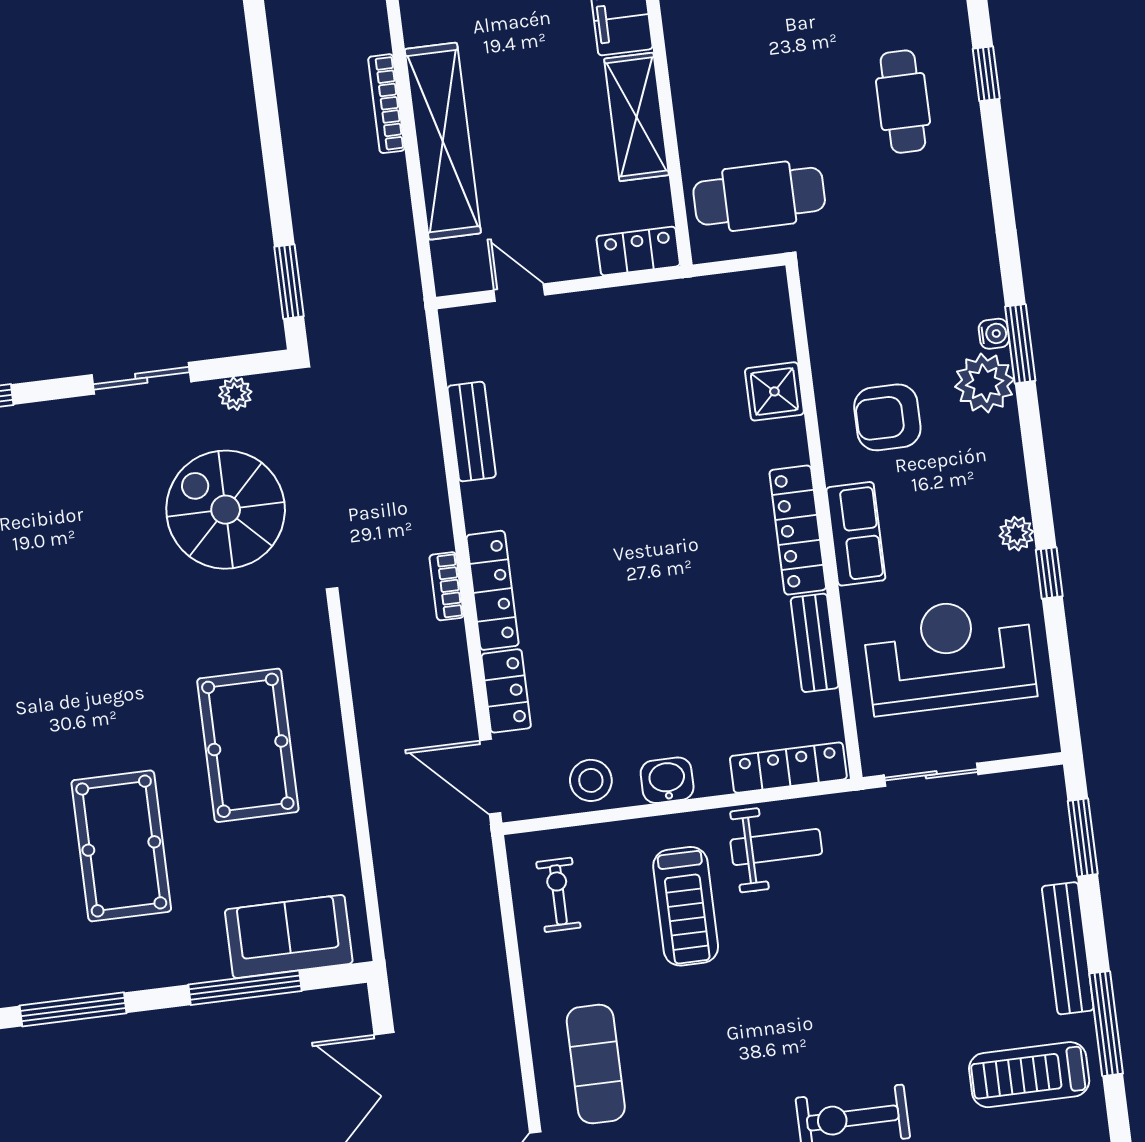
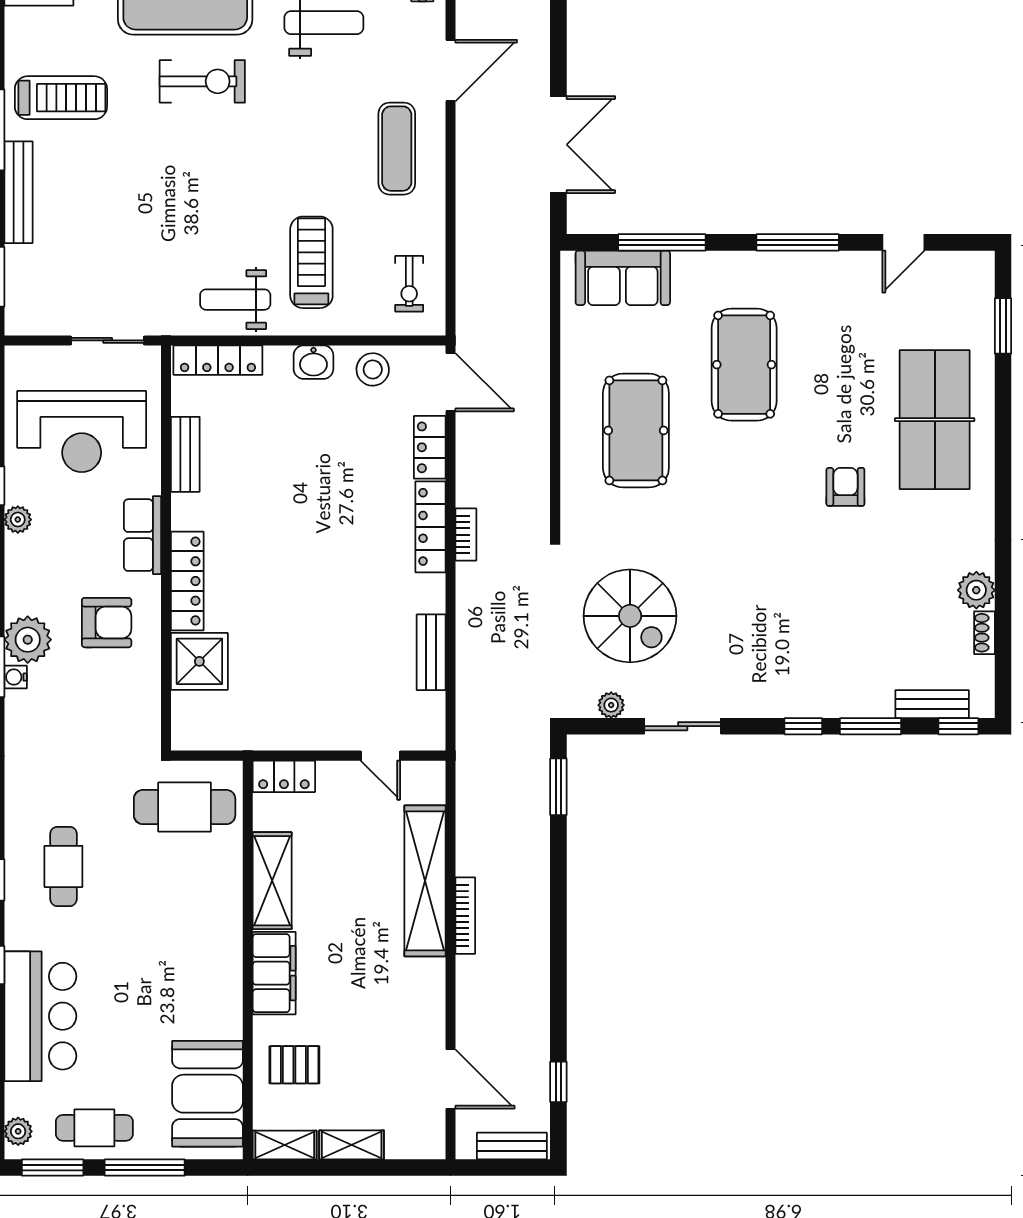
shower: (774, 391) -> (199, 661), width x1.36, depth x1.36
locker: (798, 530) -> (187, 581), moved

